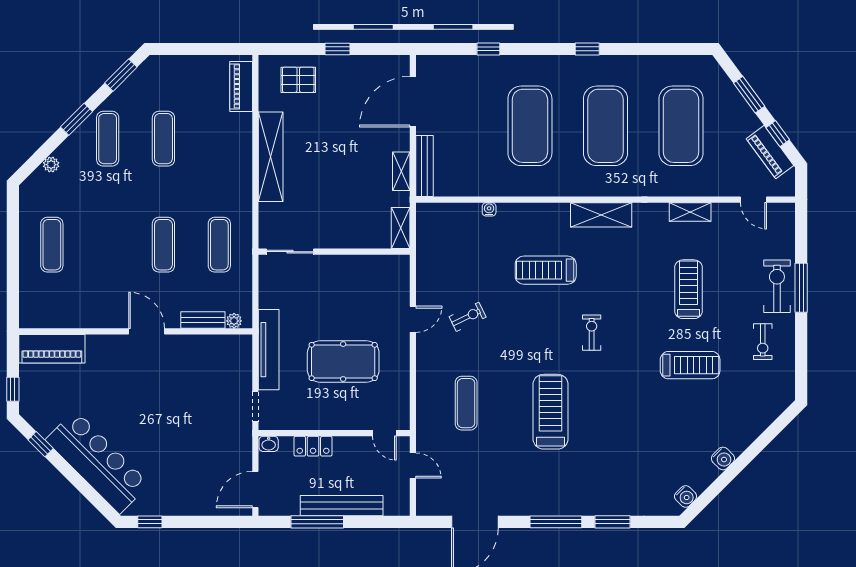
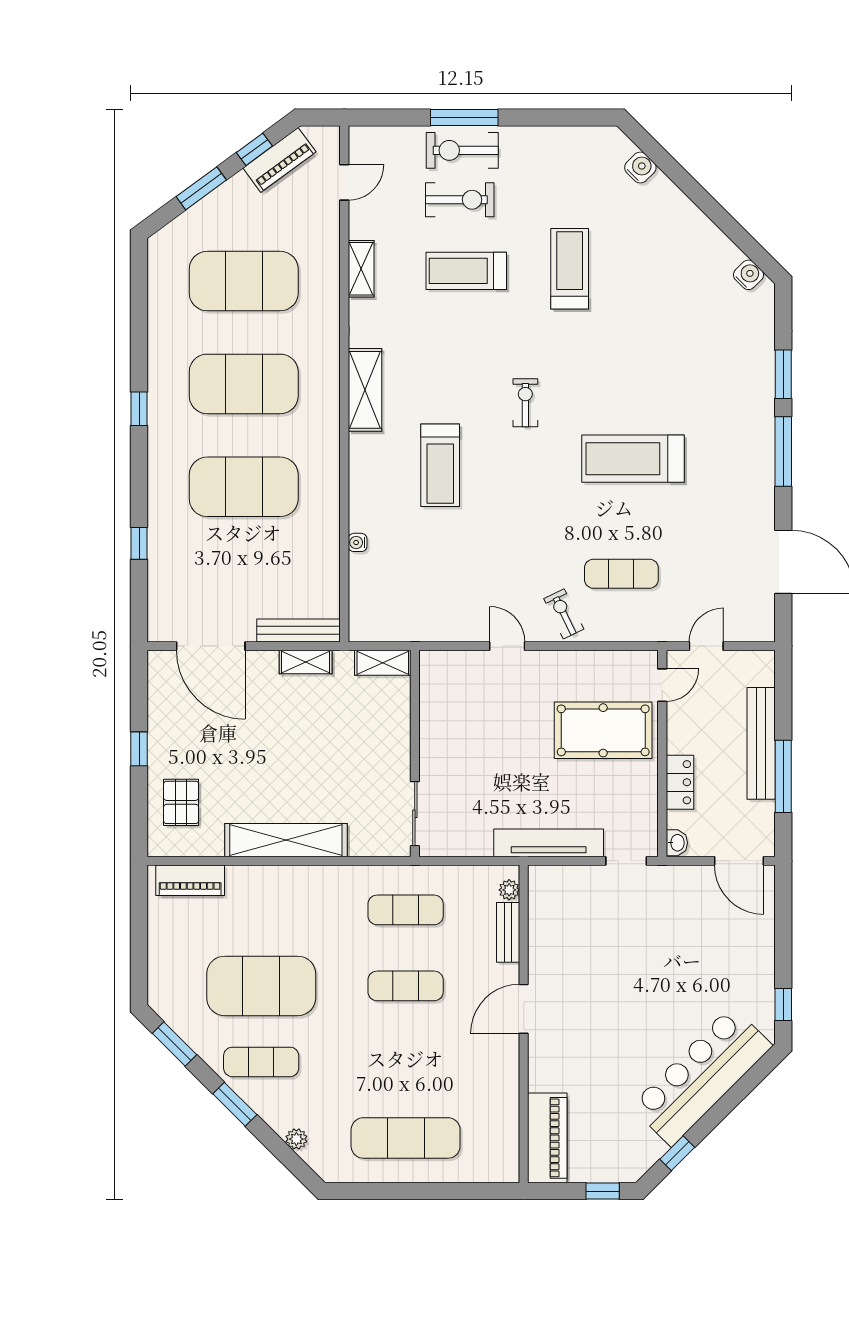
exercise mat: (163, 139) -> (261, 986), width x2.00, depth x1.45
exercise mat: (52, 245) -> (406, 1138), width x1.36, depth x1.45
exercise bike: (468, 317) -> (564, 614), moved
exercise bike: (592, 333) -> (525, 403), turned 90
exercise bike: (763, 342) -> (460, 200), moved, width x1.38, depth x1.39
pool table: (343, 362) -> (603, 730), moved, turned 90
water cooler: (723, 458) -> (640, 168), moved

